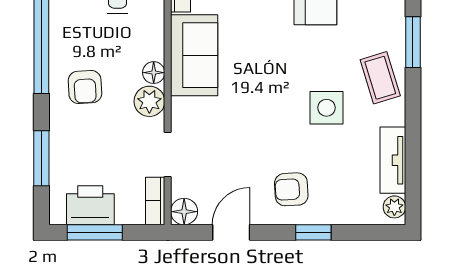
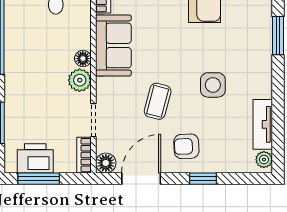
coffee table: (380, 78) -> (158, 101), moved, turned 32
armchair: (85, 87) -> (31, 69), removed
door: (231, 232) -> (141, 179), width x1.38

